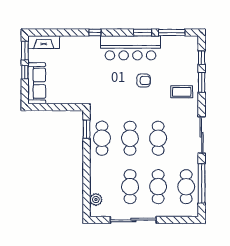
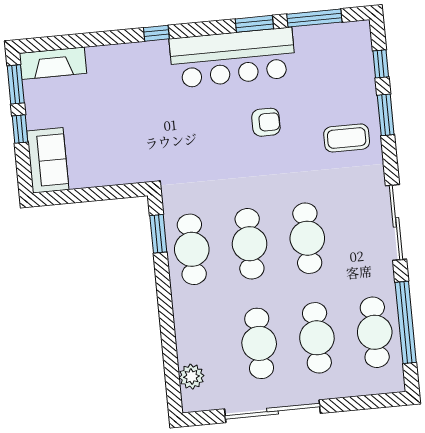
sofa: (37, 83) -> (48, 160), width x0.73

